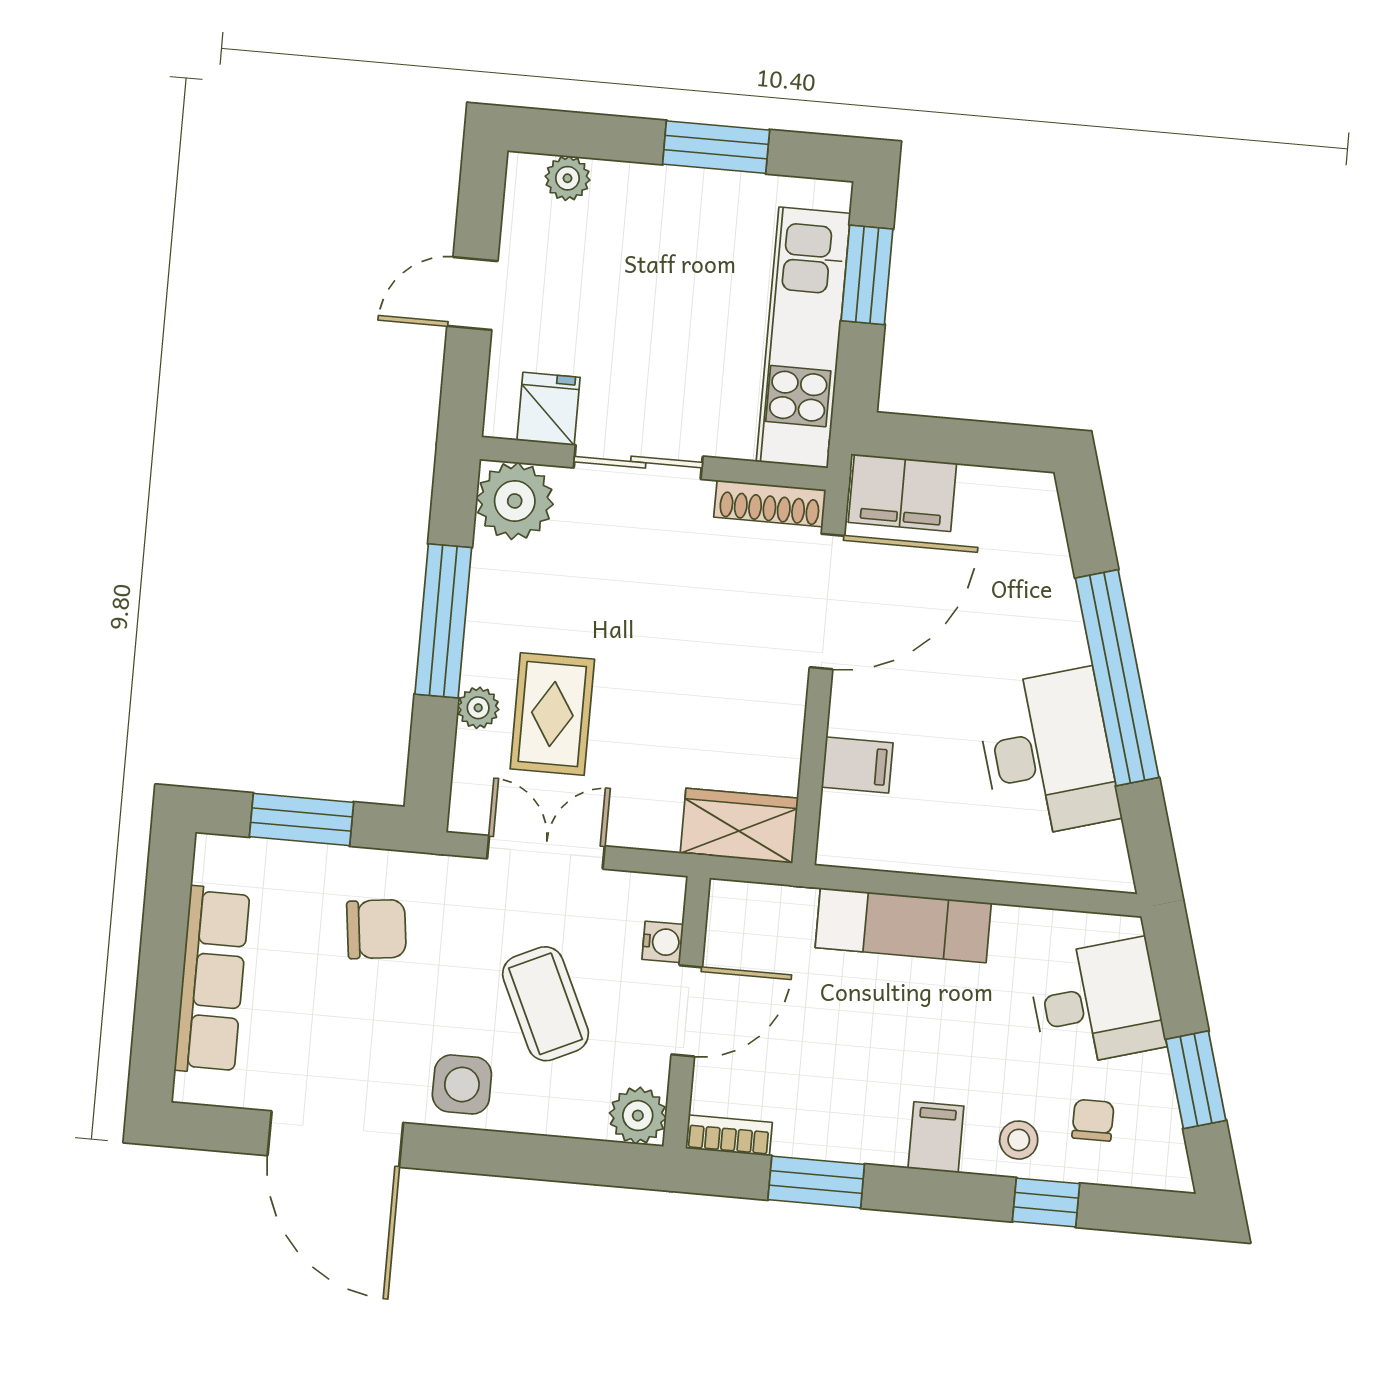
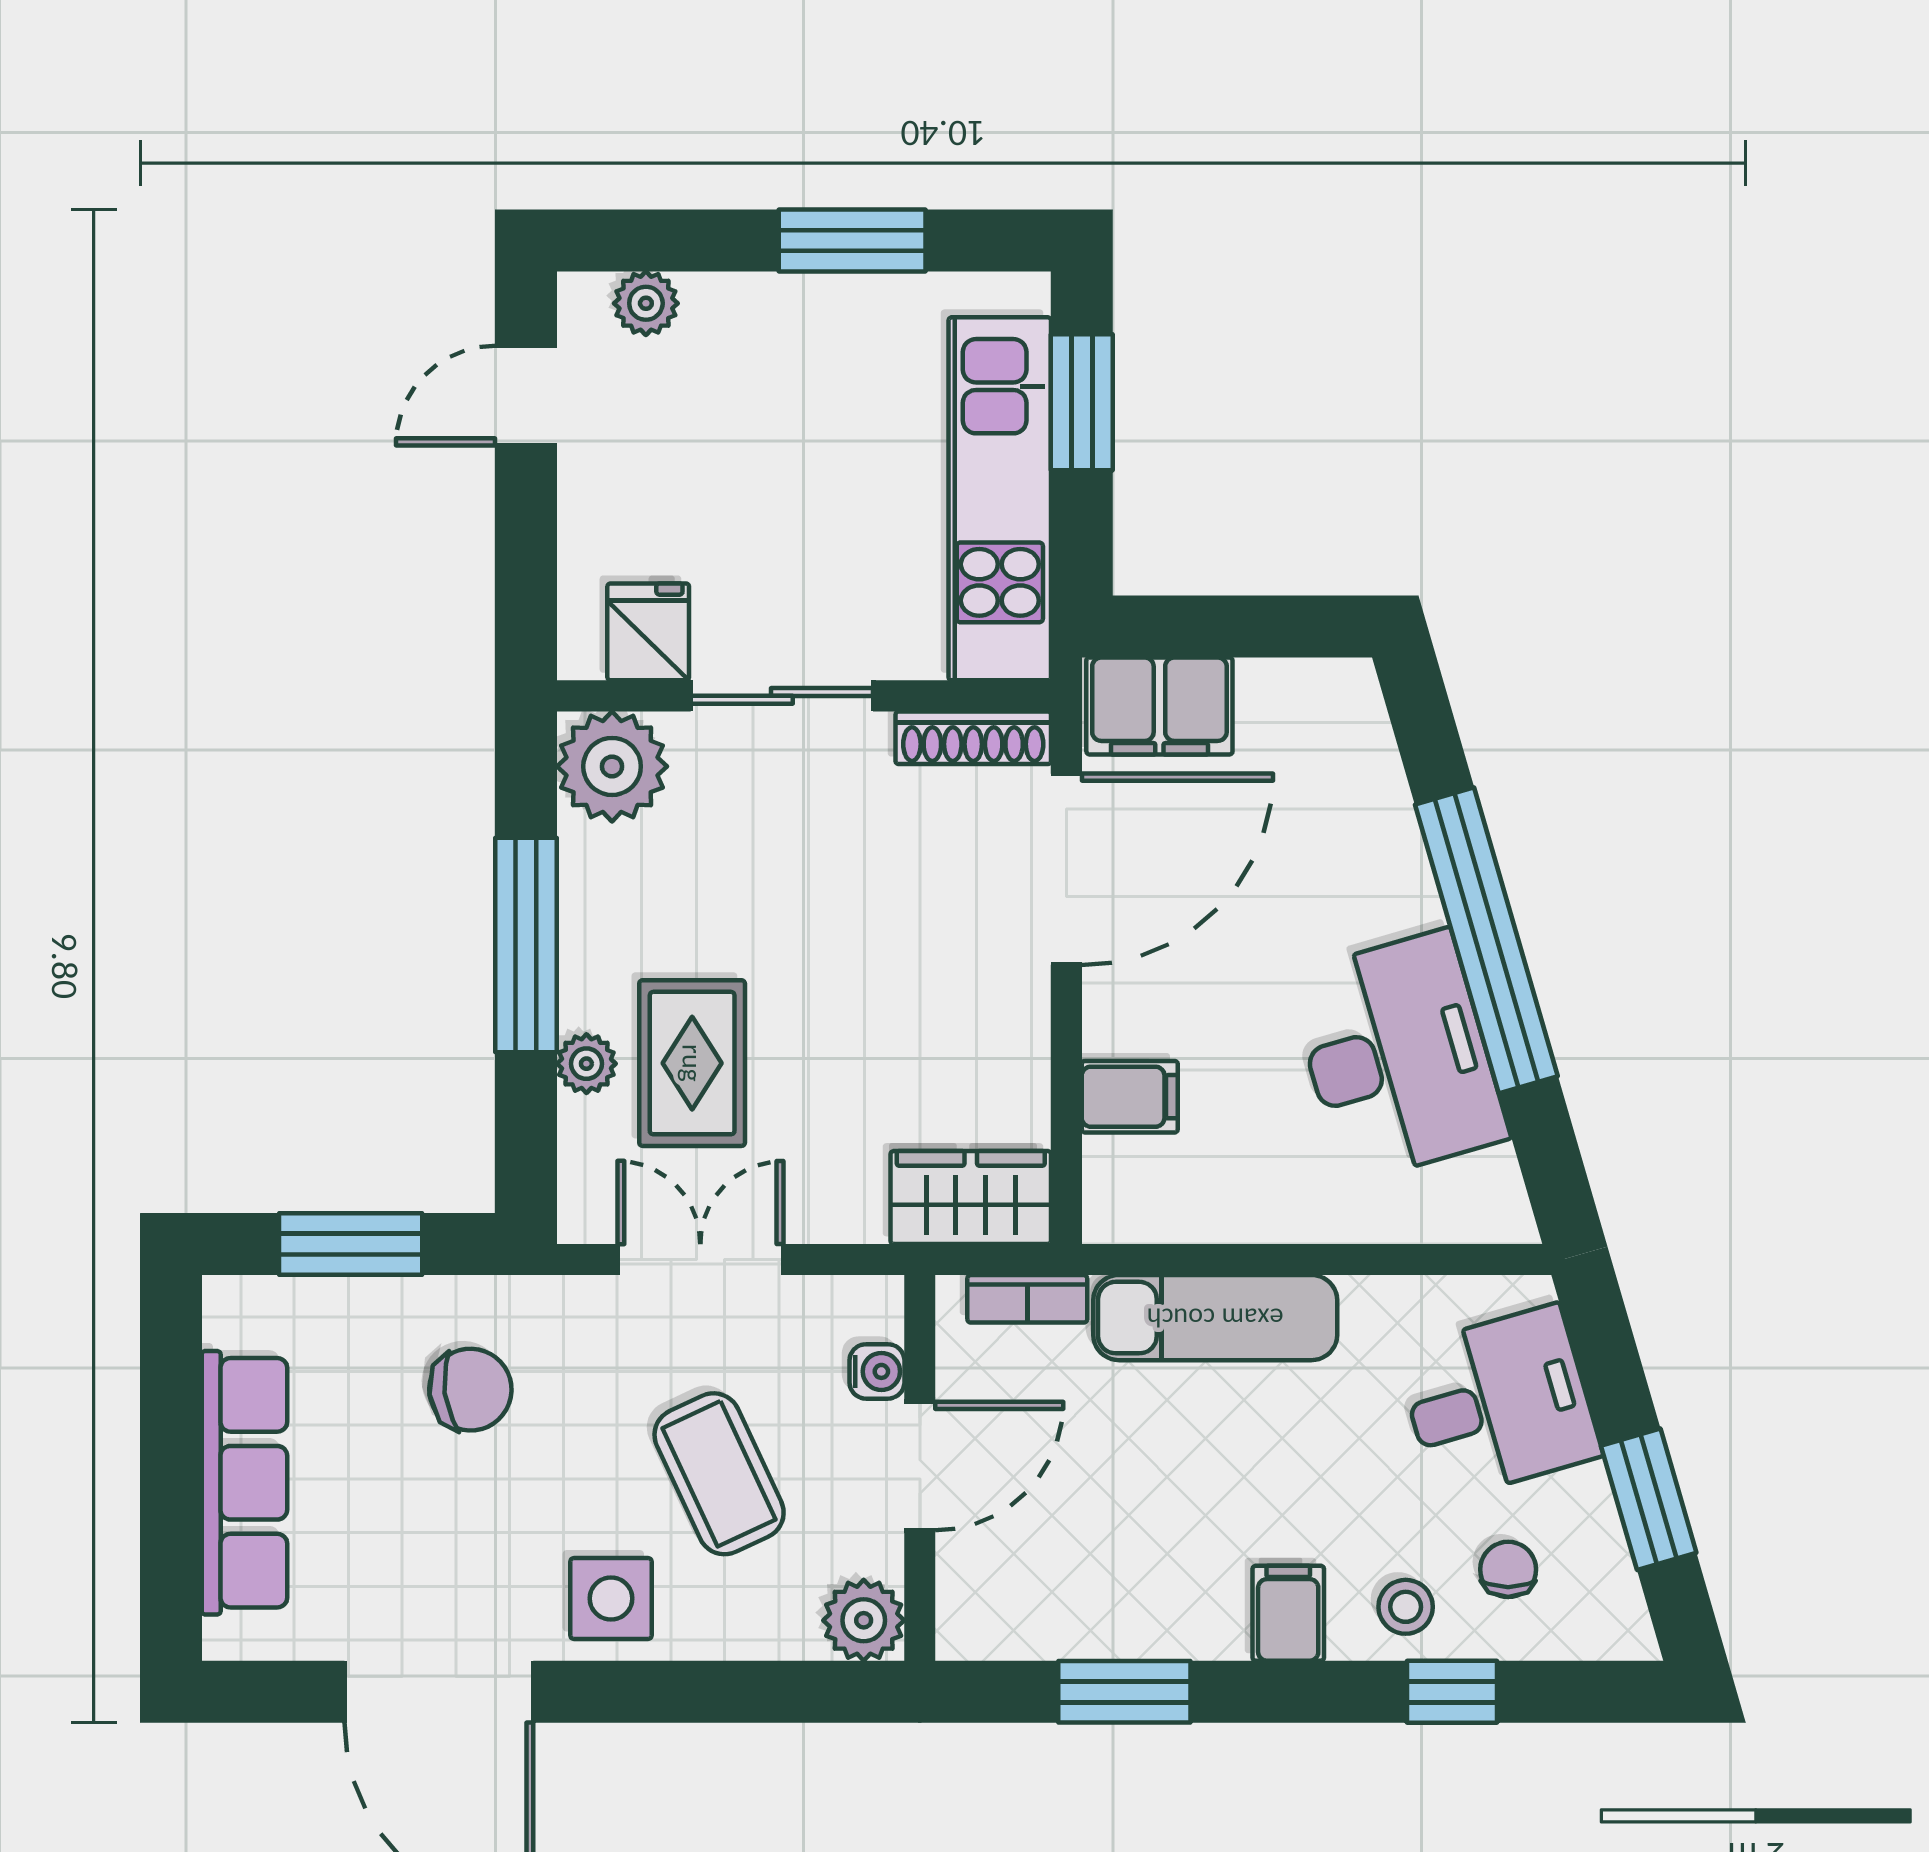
door: (472, 294) -> (526, 396), moved
bookcase: (729, 1135) -> (1027, 1299), moved, turned 180

